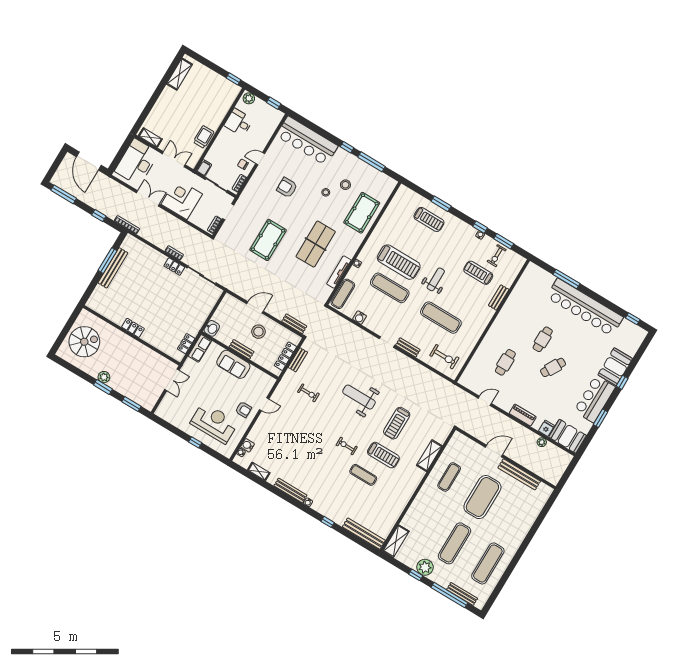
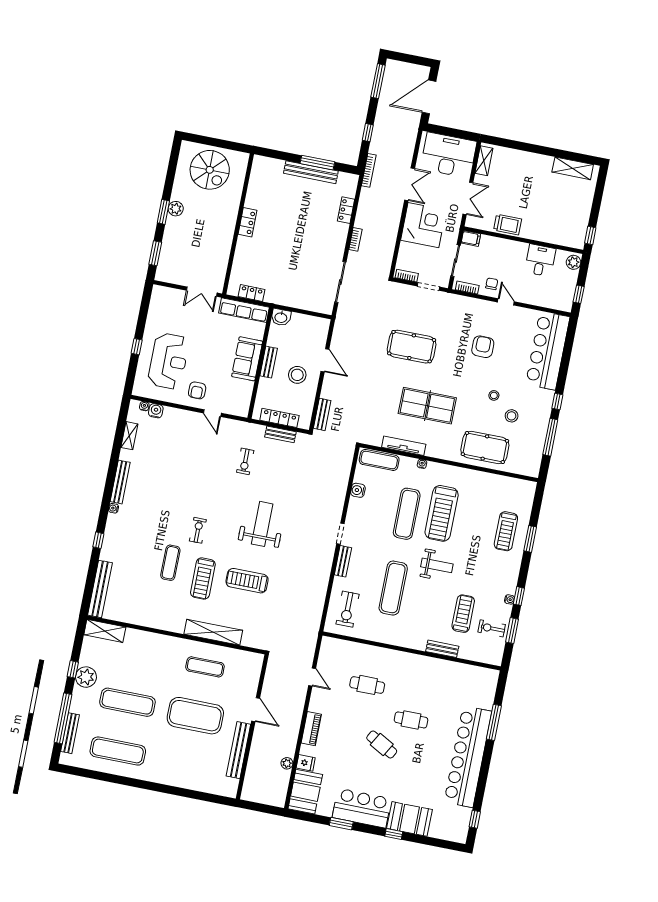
locker: (174, 267) -> (346, 210), moved
row of seats: (200, 348) -> (244, 310), width x1.48
shelving: (429, 456) -> (213, 632), width x1.47

